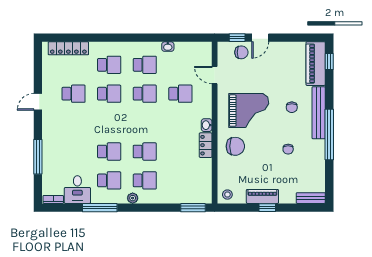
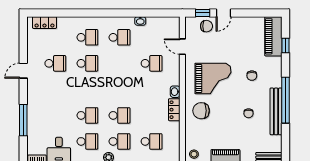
locker: (68, 48) -> (44, 23), width x0.66
window: (329, 61) -> (286, 46), moved
school desk: (145, 94) -> (152, 141), moved
bench: (319, 113) -> (276, 111), moved
chair: (235, 146) -> (201, 111), turned 180

